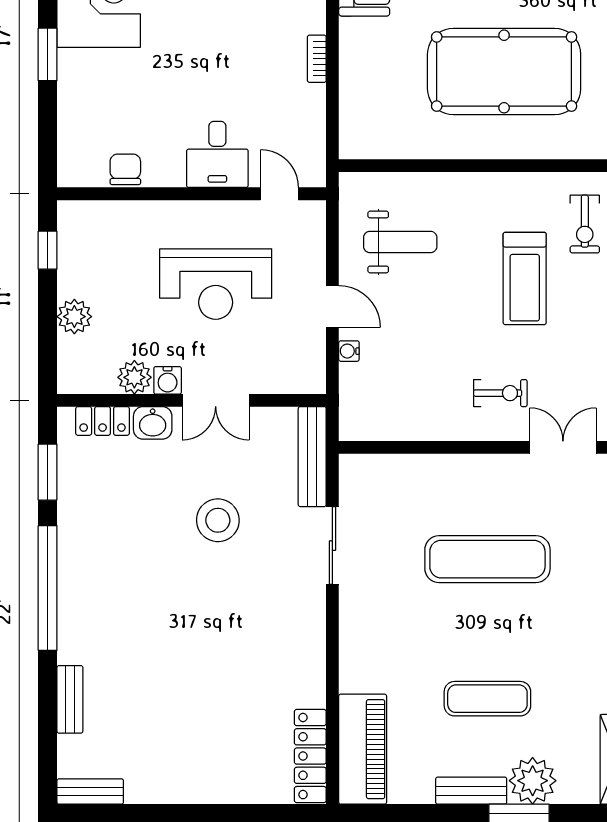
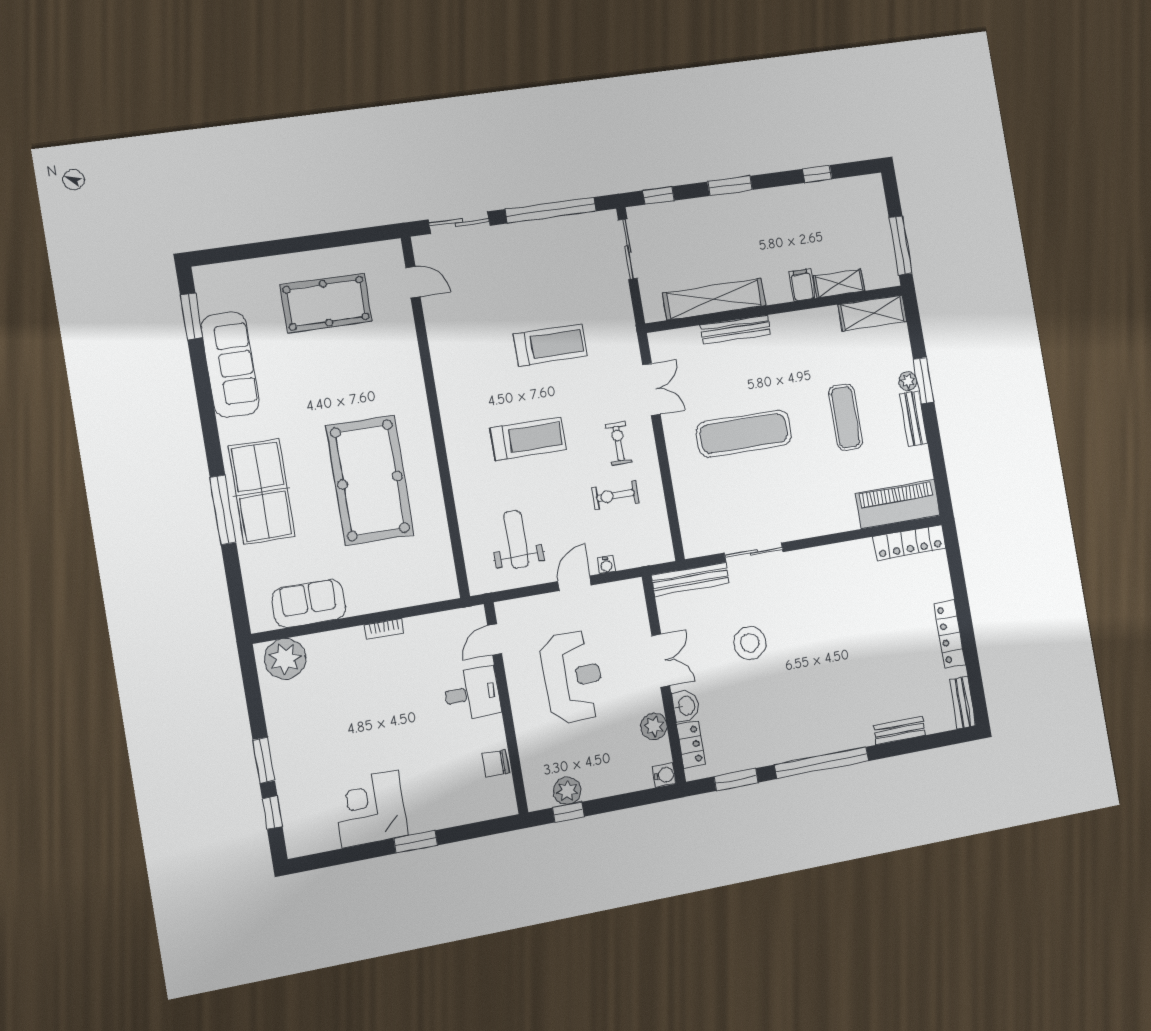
exercise bike: (585, 224) -> (615, 495), moved, turned 180
plant: (74, 317) -> (567, 791), moved
water cooler: (168, 380) -> (664, 775), moved
double door: (563, 447) -> (651, 389), swing flipped
exercise mat: (487, 559) -> (744, 433), turned 90
plant: (533, 781) -> (908, 381), width x0.53, depth x0.53
locker: (182, 790) -> (950, 634), added

